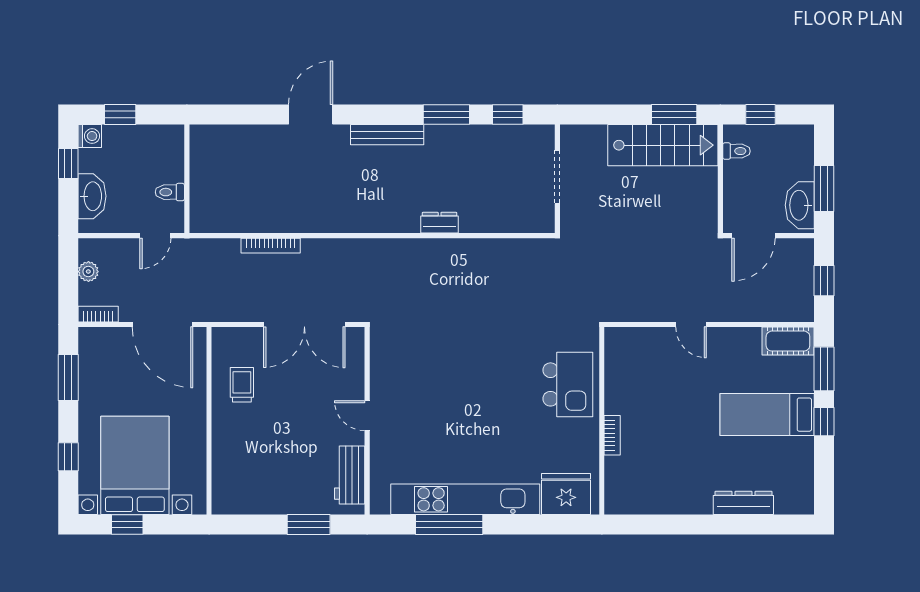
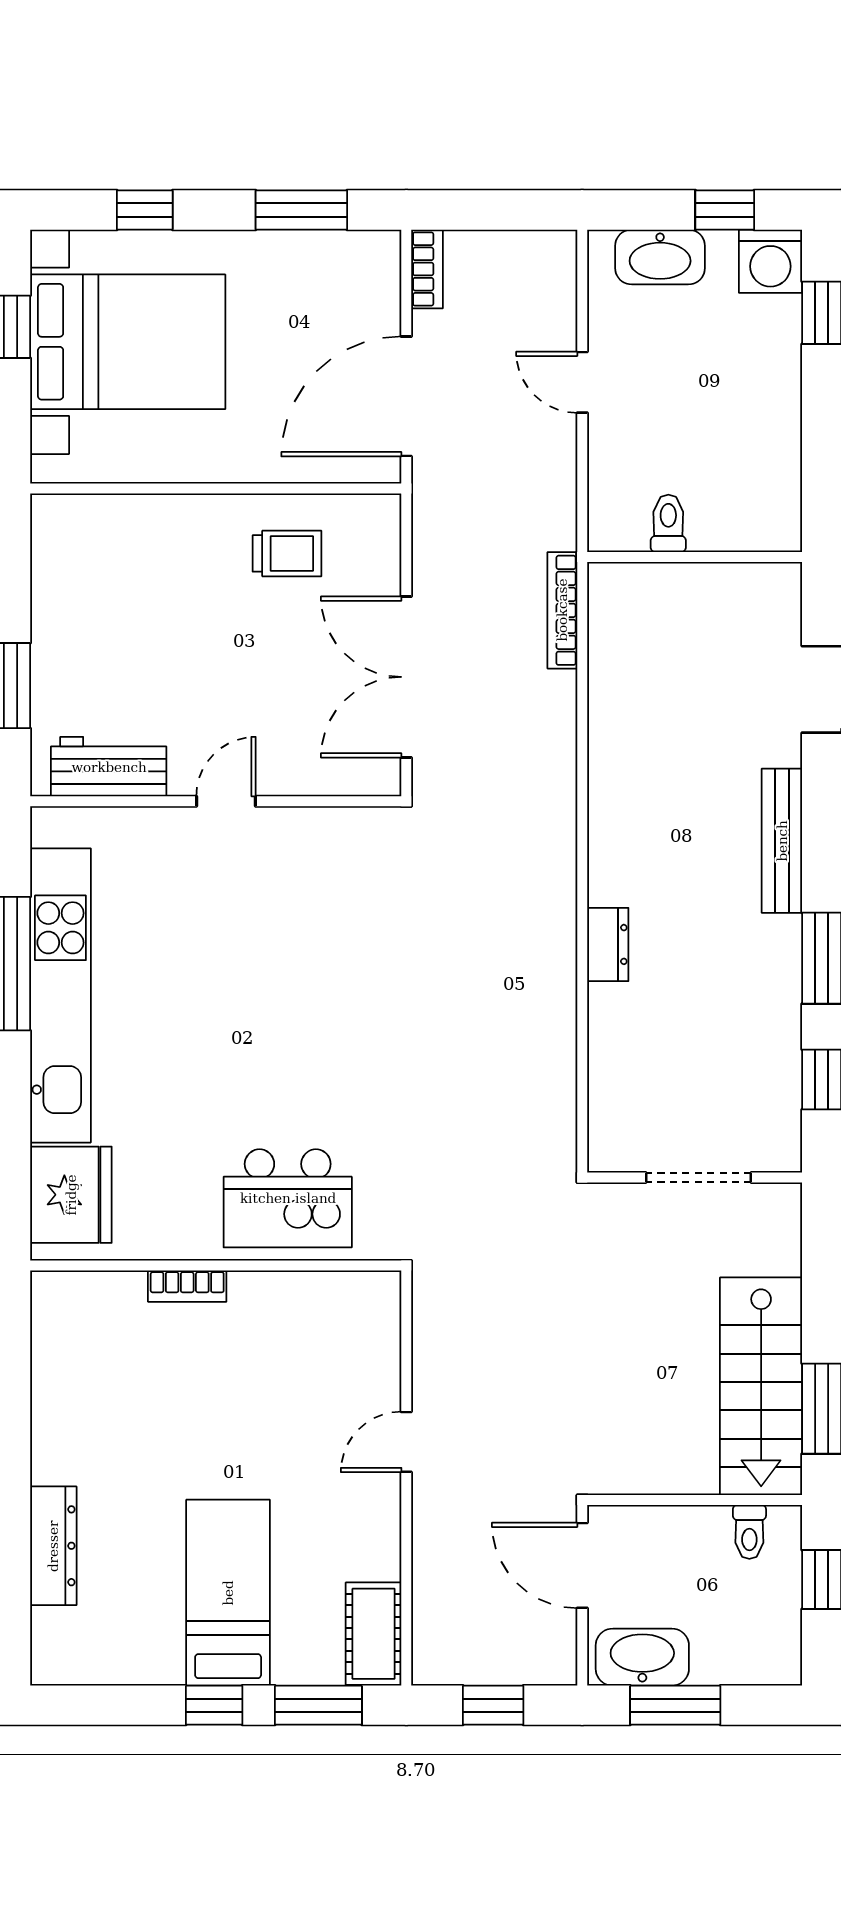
washing machine: (90, 136) -> (770, 261), width x1.38, depth x1.38
wall: (187, 179) -> (695, 557), moved
toilet: (170, 192) -> (668, 523), moved
plant: (88, 272) -> (511, 250), removed

